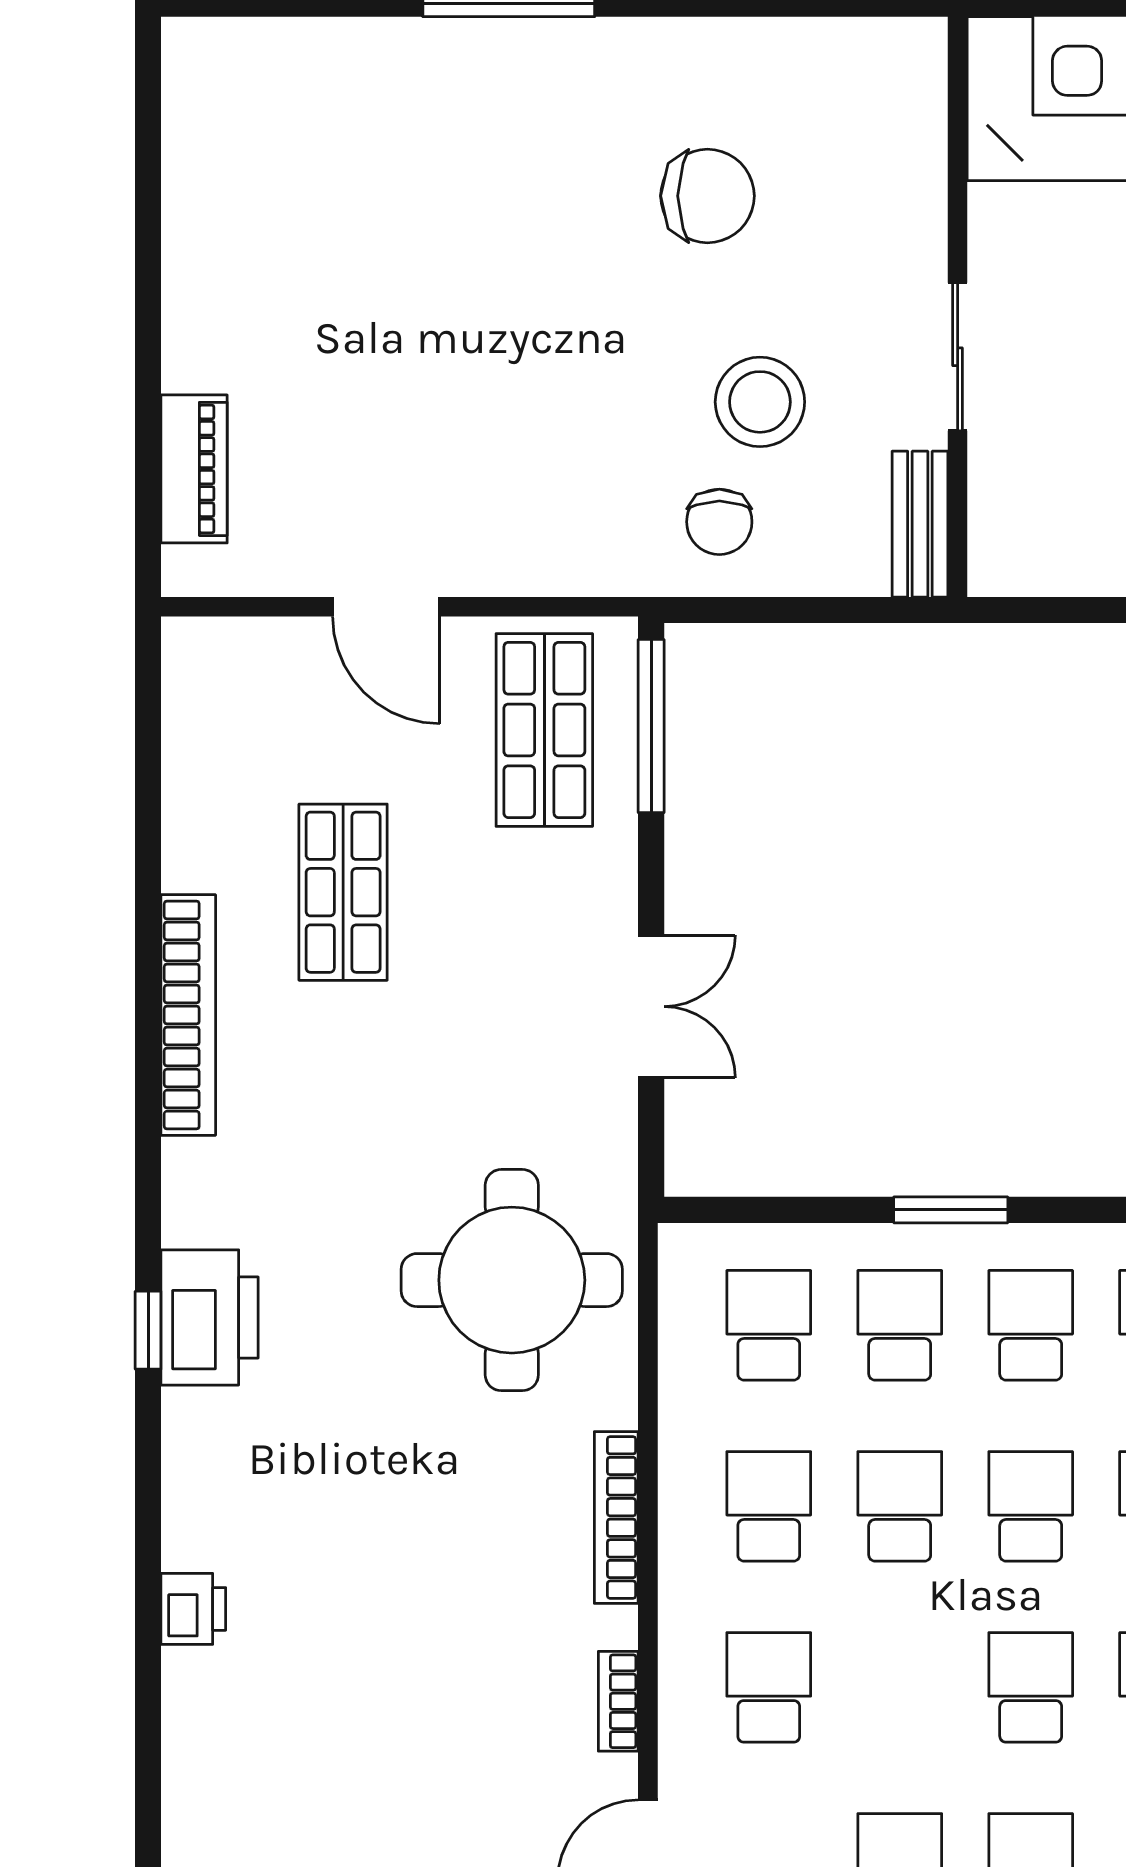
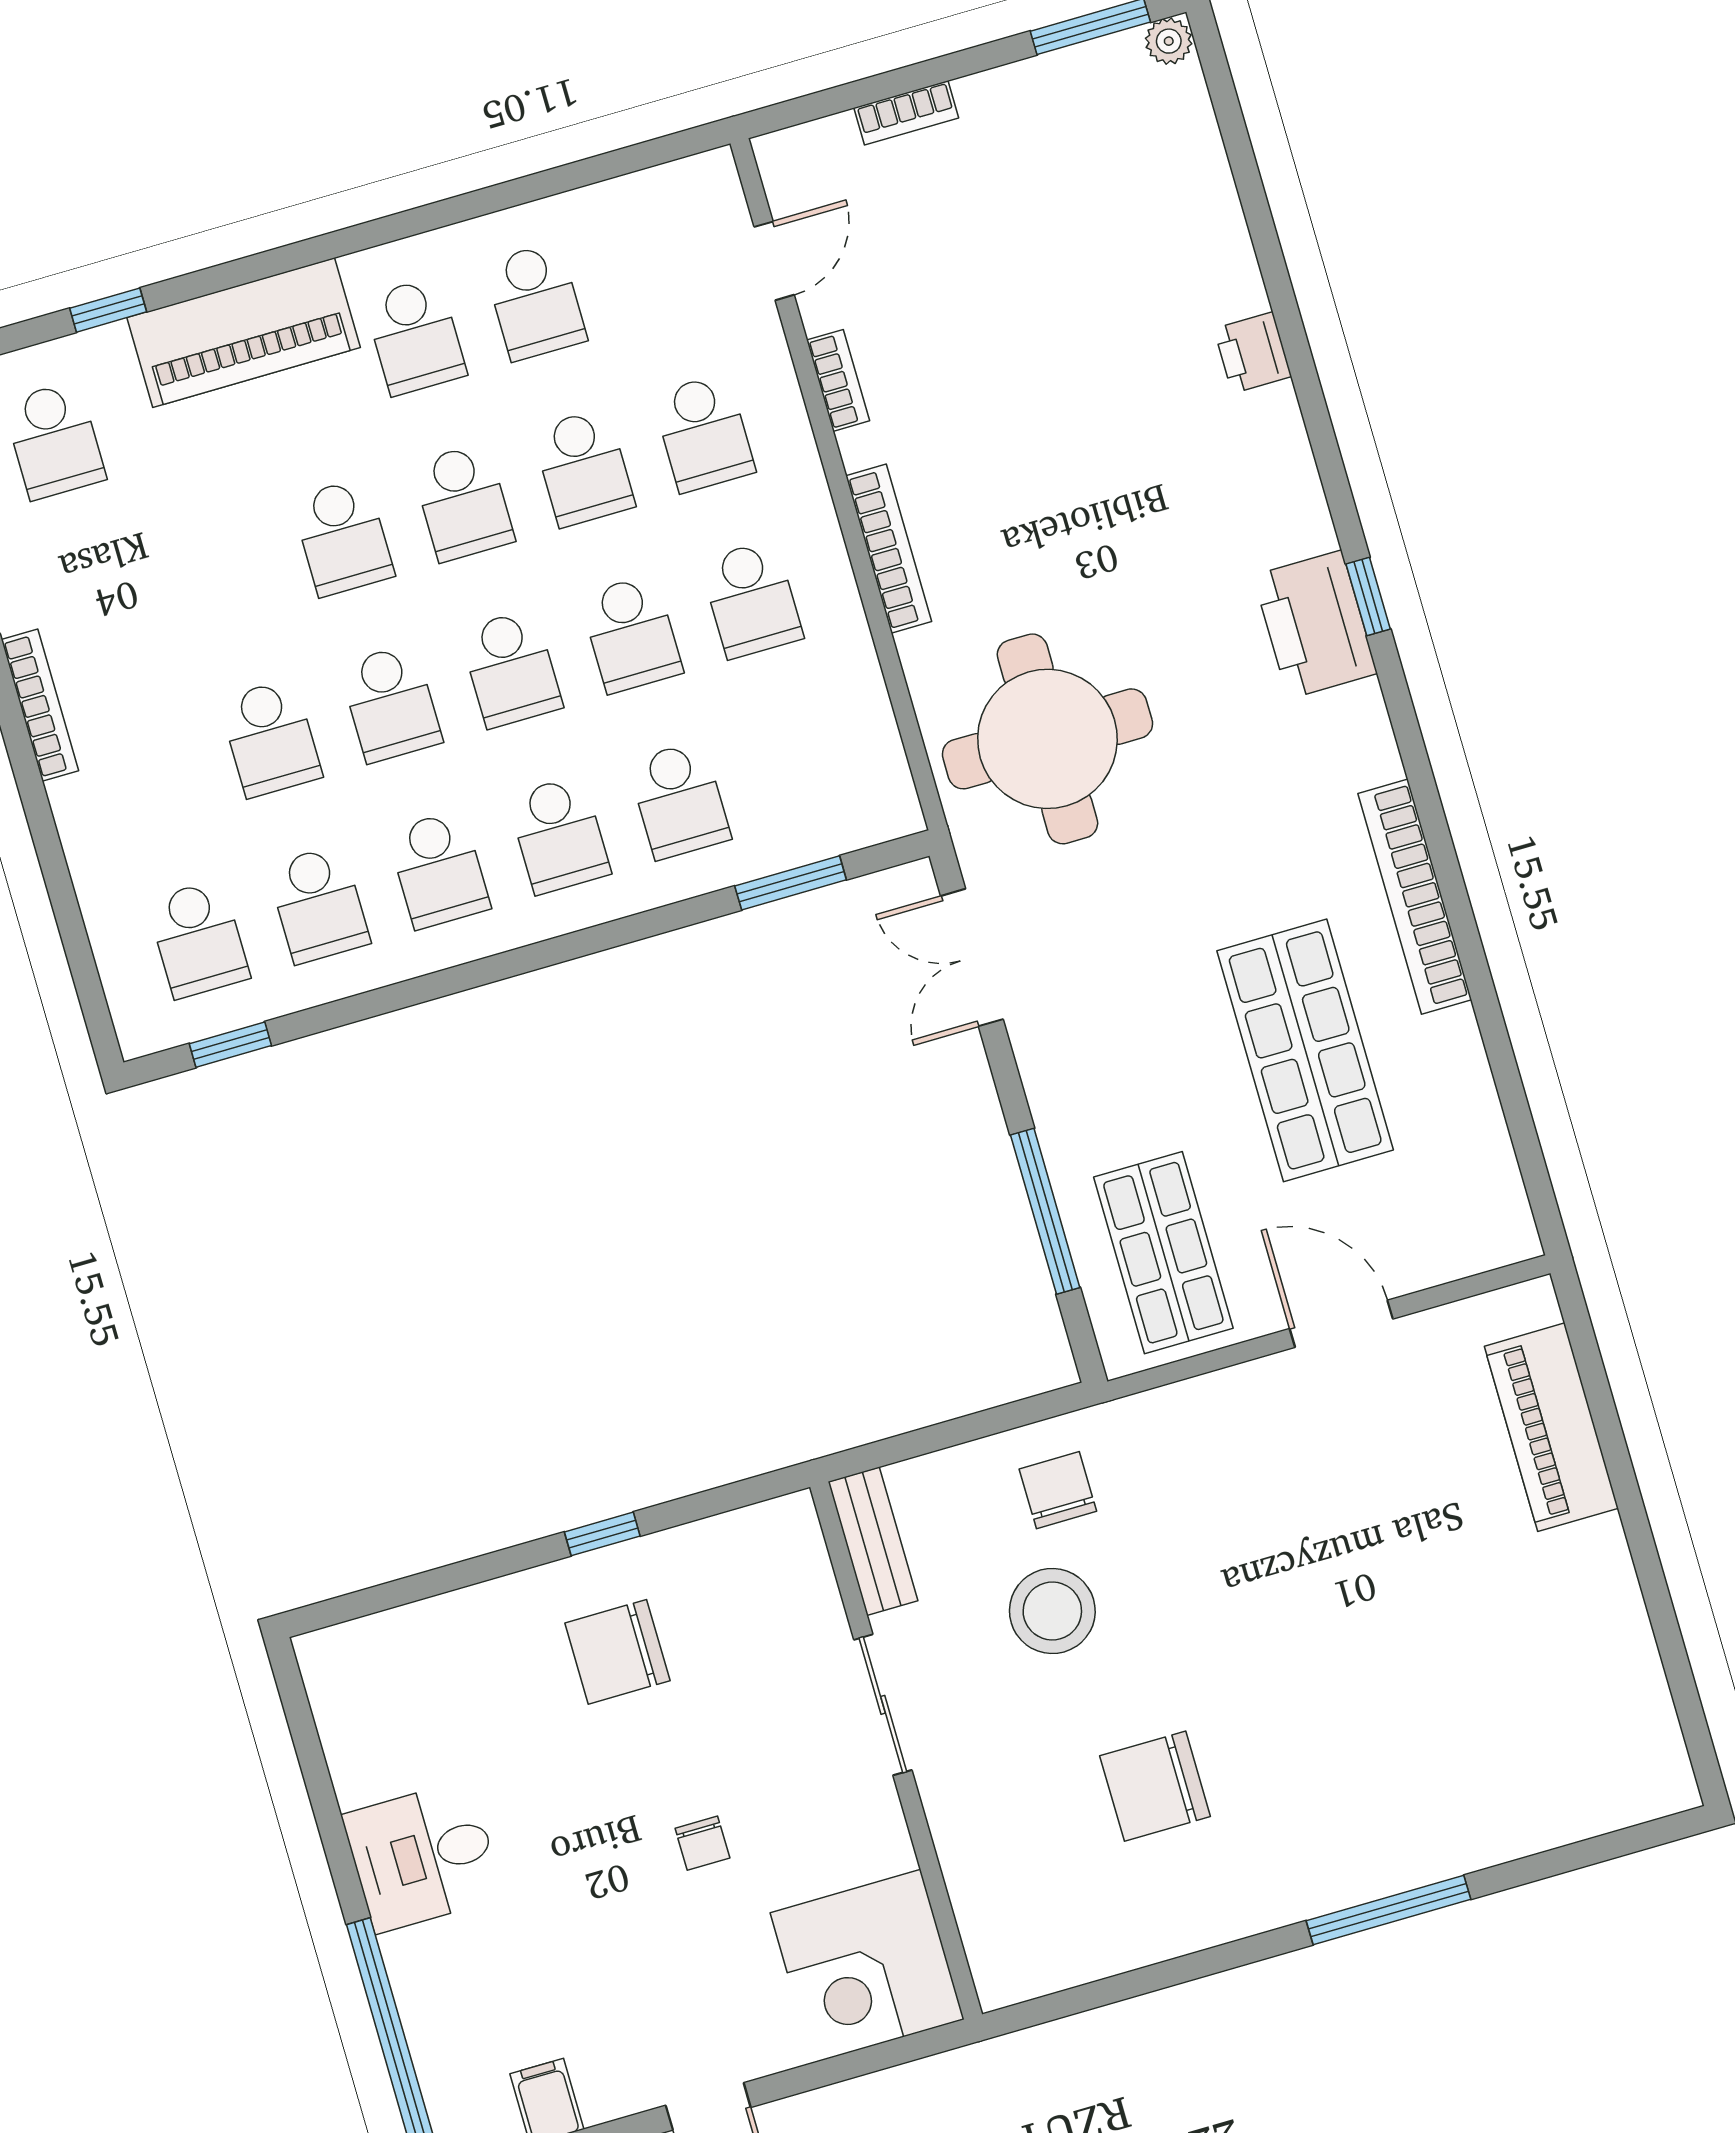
piano: (194, 469) -> (1551, 1427), width x1.37, depth x1.33
window: (651, 726) -> (1045, 1211), moved
shop shelf: (343, 892) -> (1305, 1050), width x1.43, depth x1.36
double door: (651, 1007) -> (972, 958), moved
window: (951, 1210) -> (791, 883), moved
school desk: (769, 1325) -> (583, 468), moved

